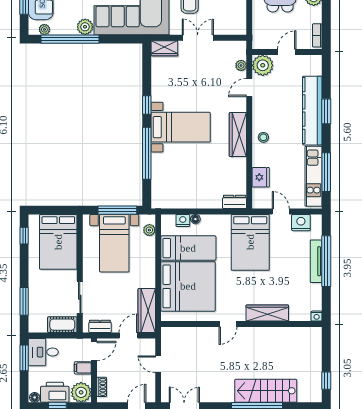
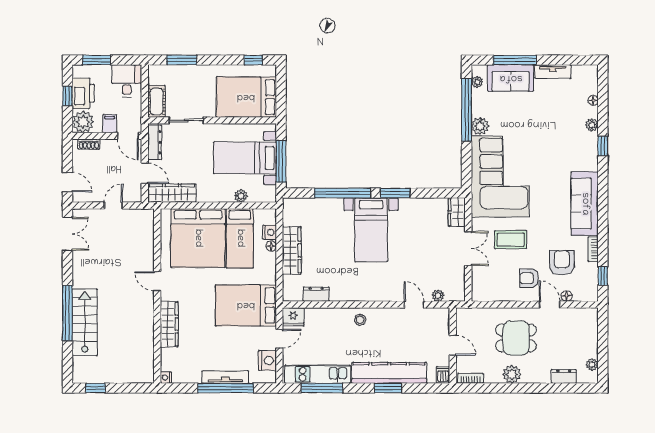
dishwasher: (314, 61) -> (443, 375), added
plant: (263, 65) -> (438, 319), removed
window: (147, 105) -> (395, 193), width x1.50
wardrobe: (238, 135) -> (292, 250), moved, turned 90
fridge: (261, 177) -> (293, 317), moved
dresser: (235, 202) -> (316, 294), moved, turned -90
plant: (149, 230) -> (241, 196), moved
dresser: (100, 326) -> (155, 142), width x1.44
window: (24, 358) -> (96, 60), moved
floor lamp: (35, 397) -> (77, 71), removed

